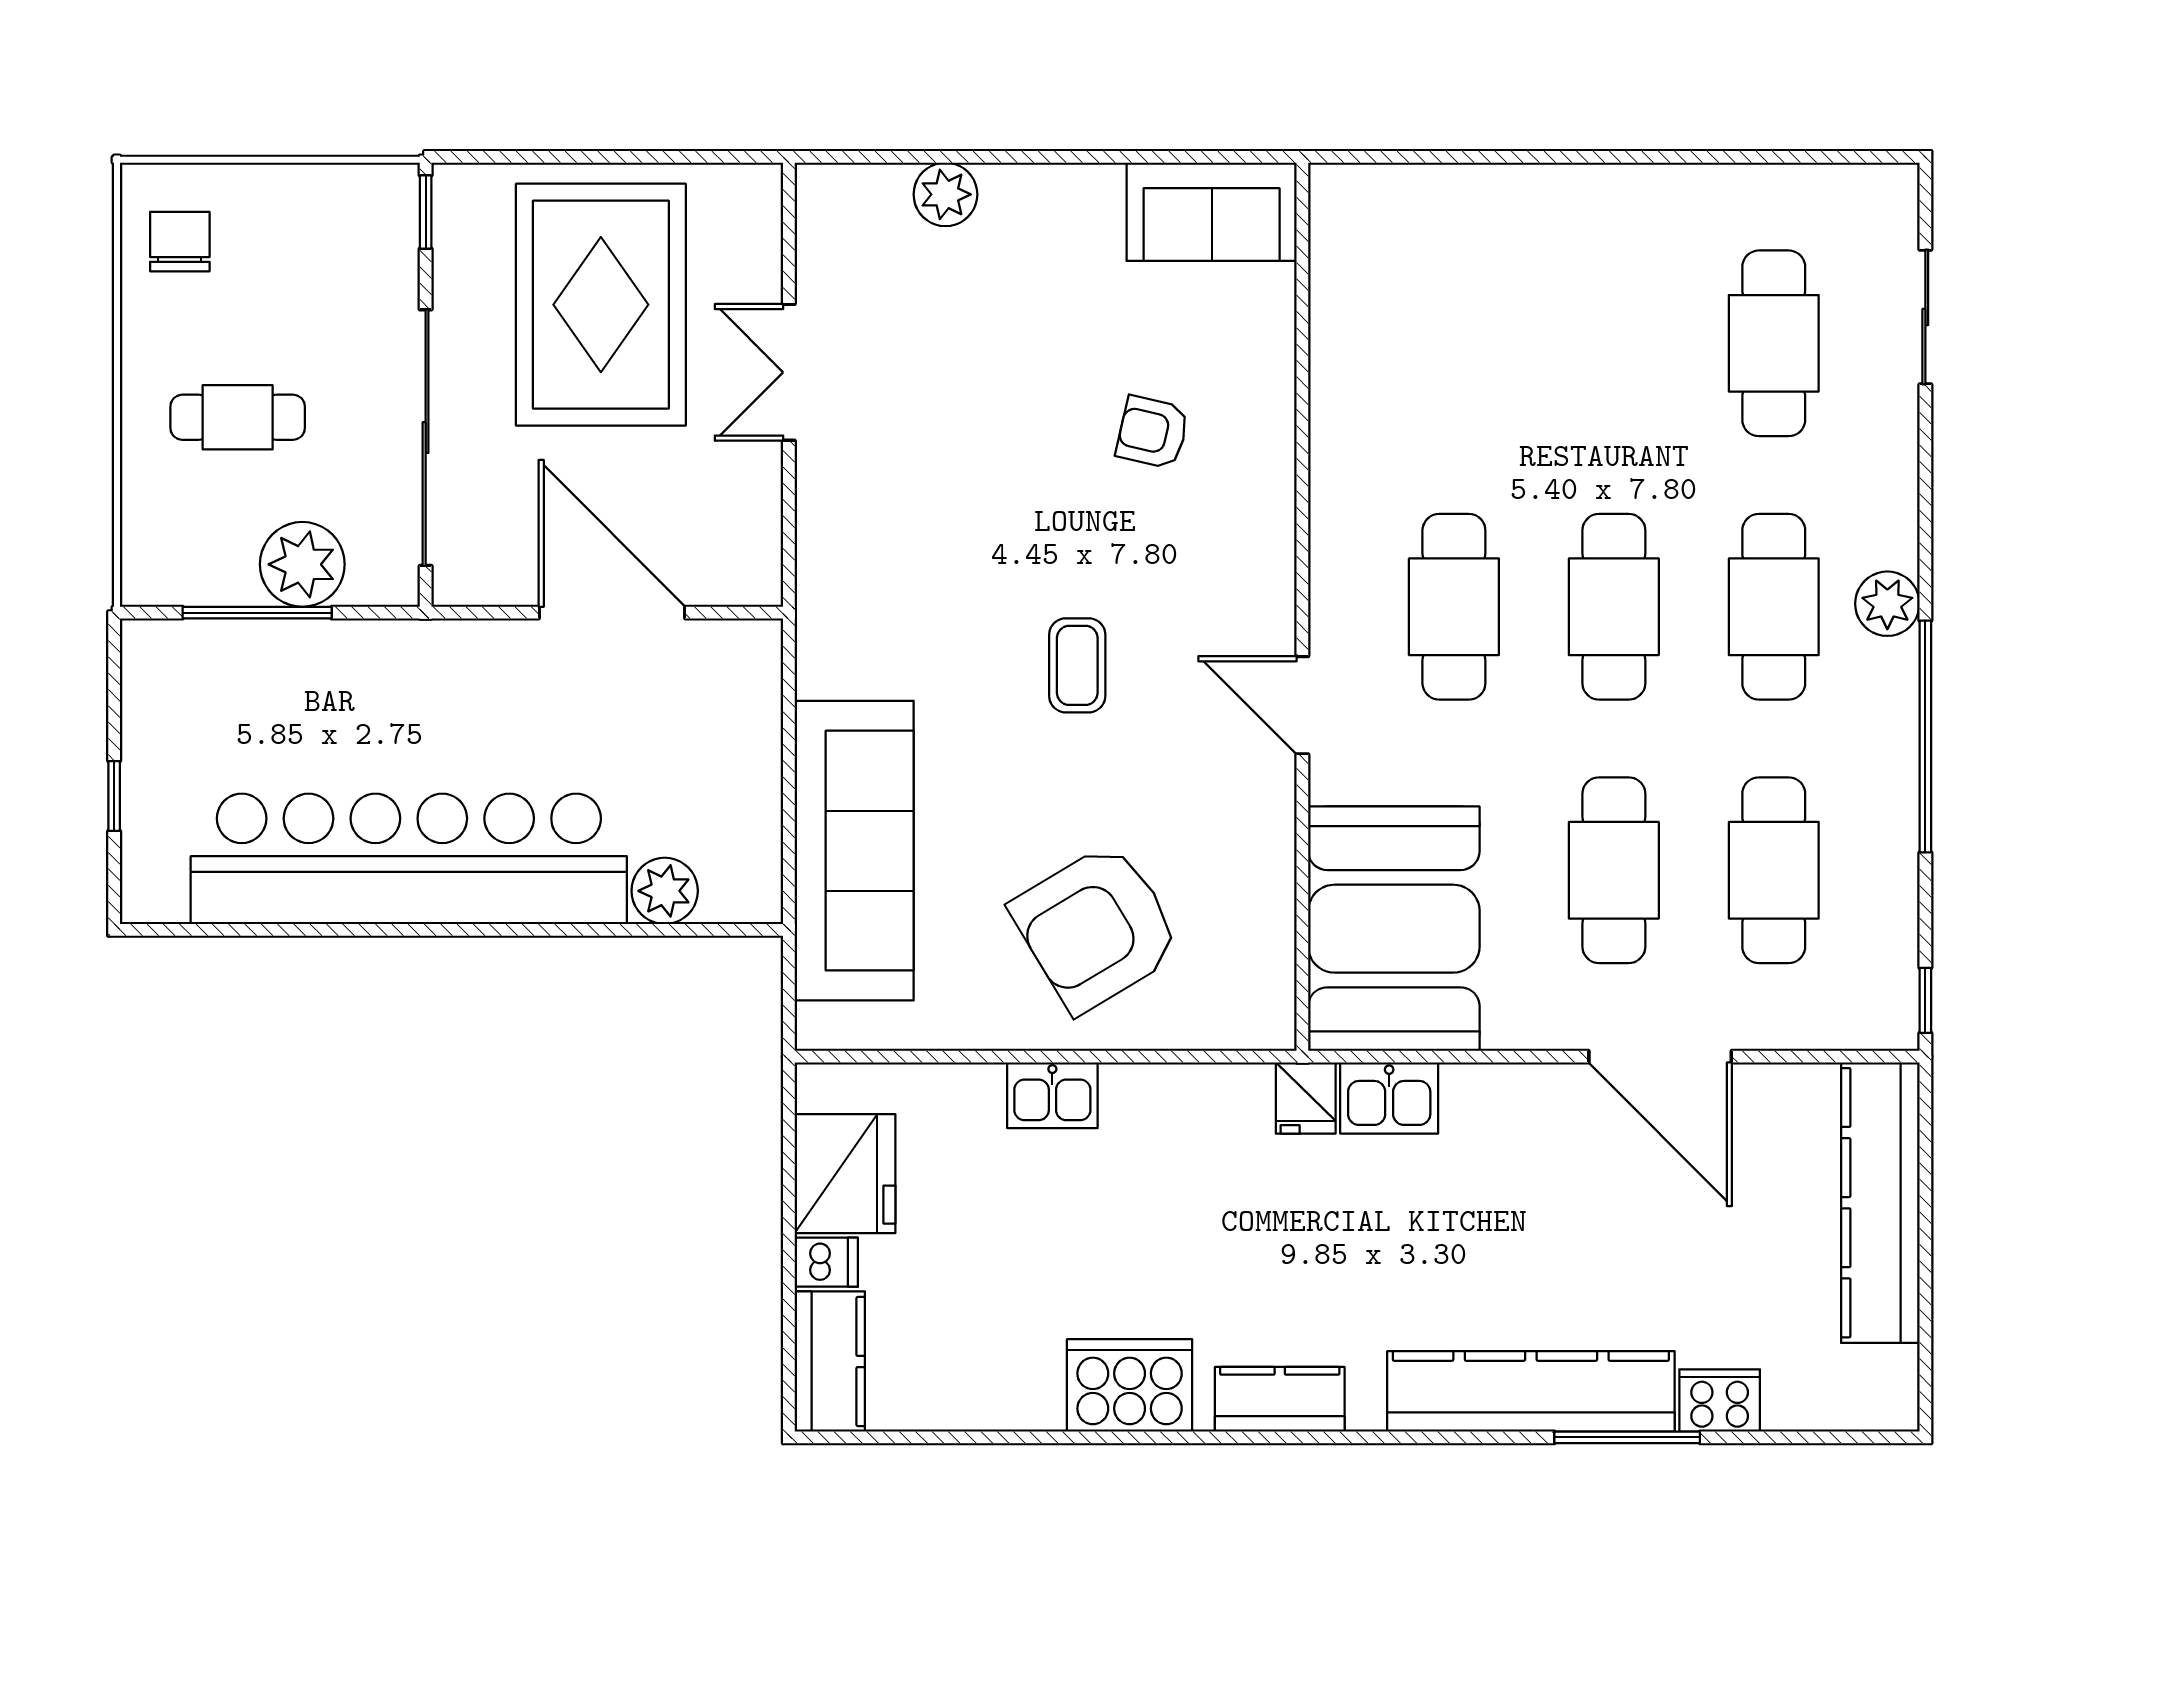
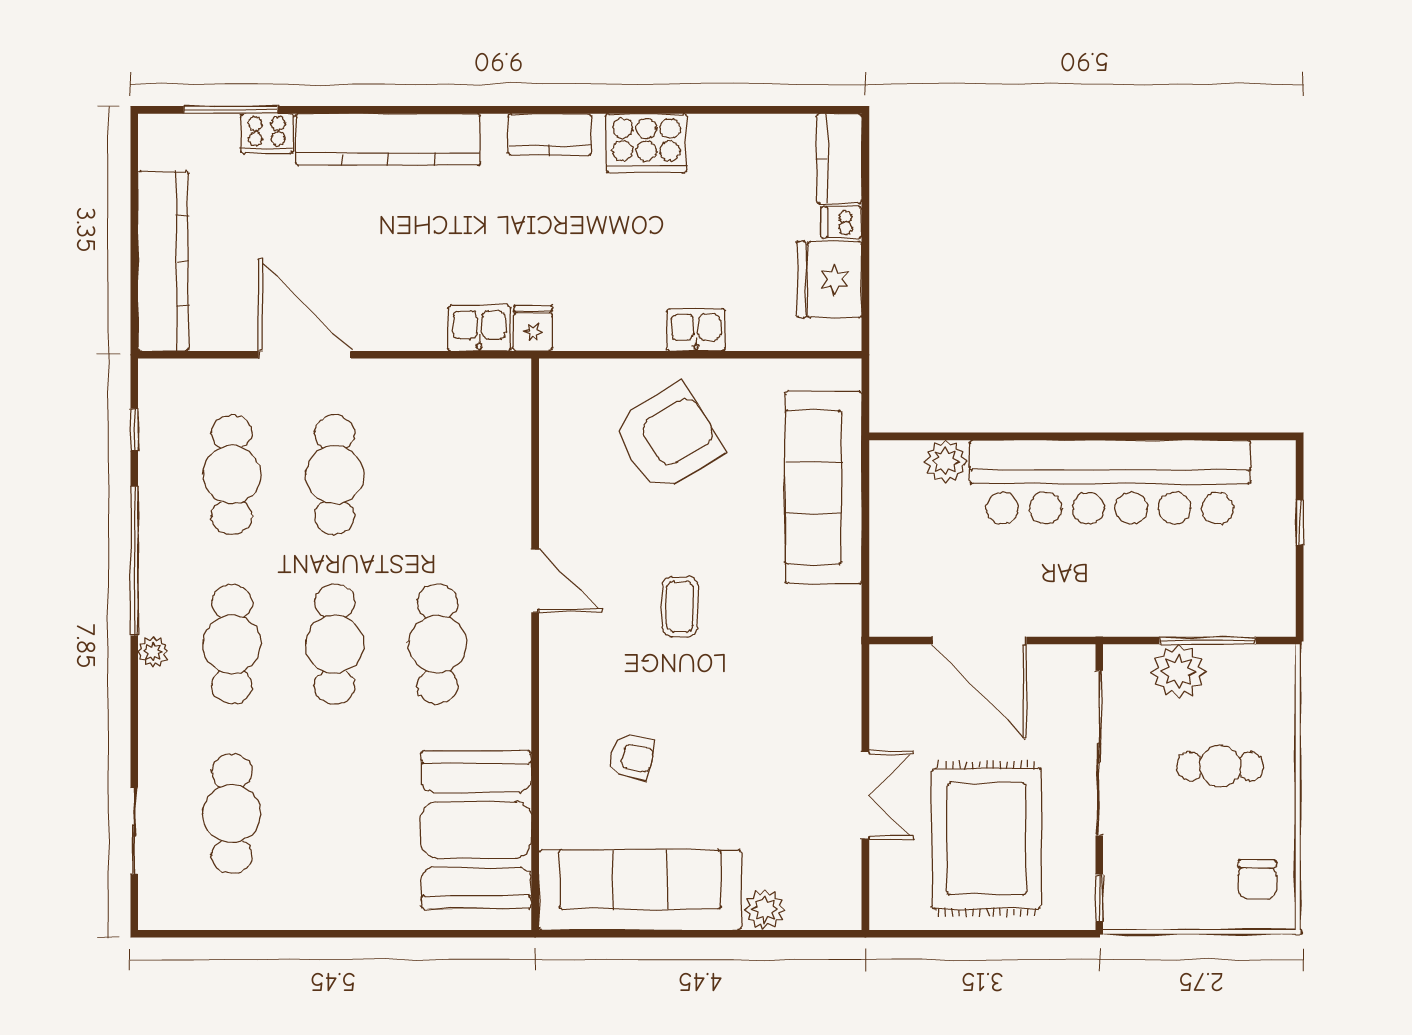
sofa: (1212, 212) -> (640, 890), width x1.85, depth x1.27
plant: (1887, 604) -> (153, 652), width x0.73, depth x0.73
booth: (1394, 929) -> (476, 830), moved
window: (1925, 1000) -> (134, 430), moved
window: (1627, 1437) -> (231, 110), moved

